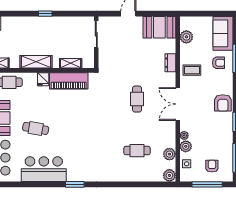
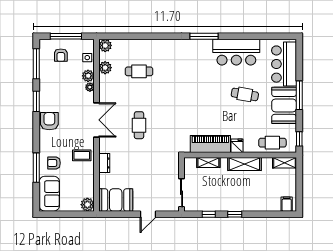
window: (70, 14) -> (209, 214), added
plant: (186, 37) -> (87, 205), moved
window: (75, 184) -> (204, 36), width x1.44

